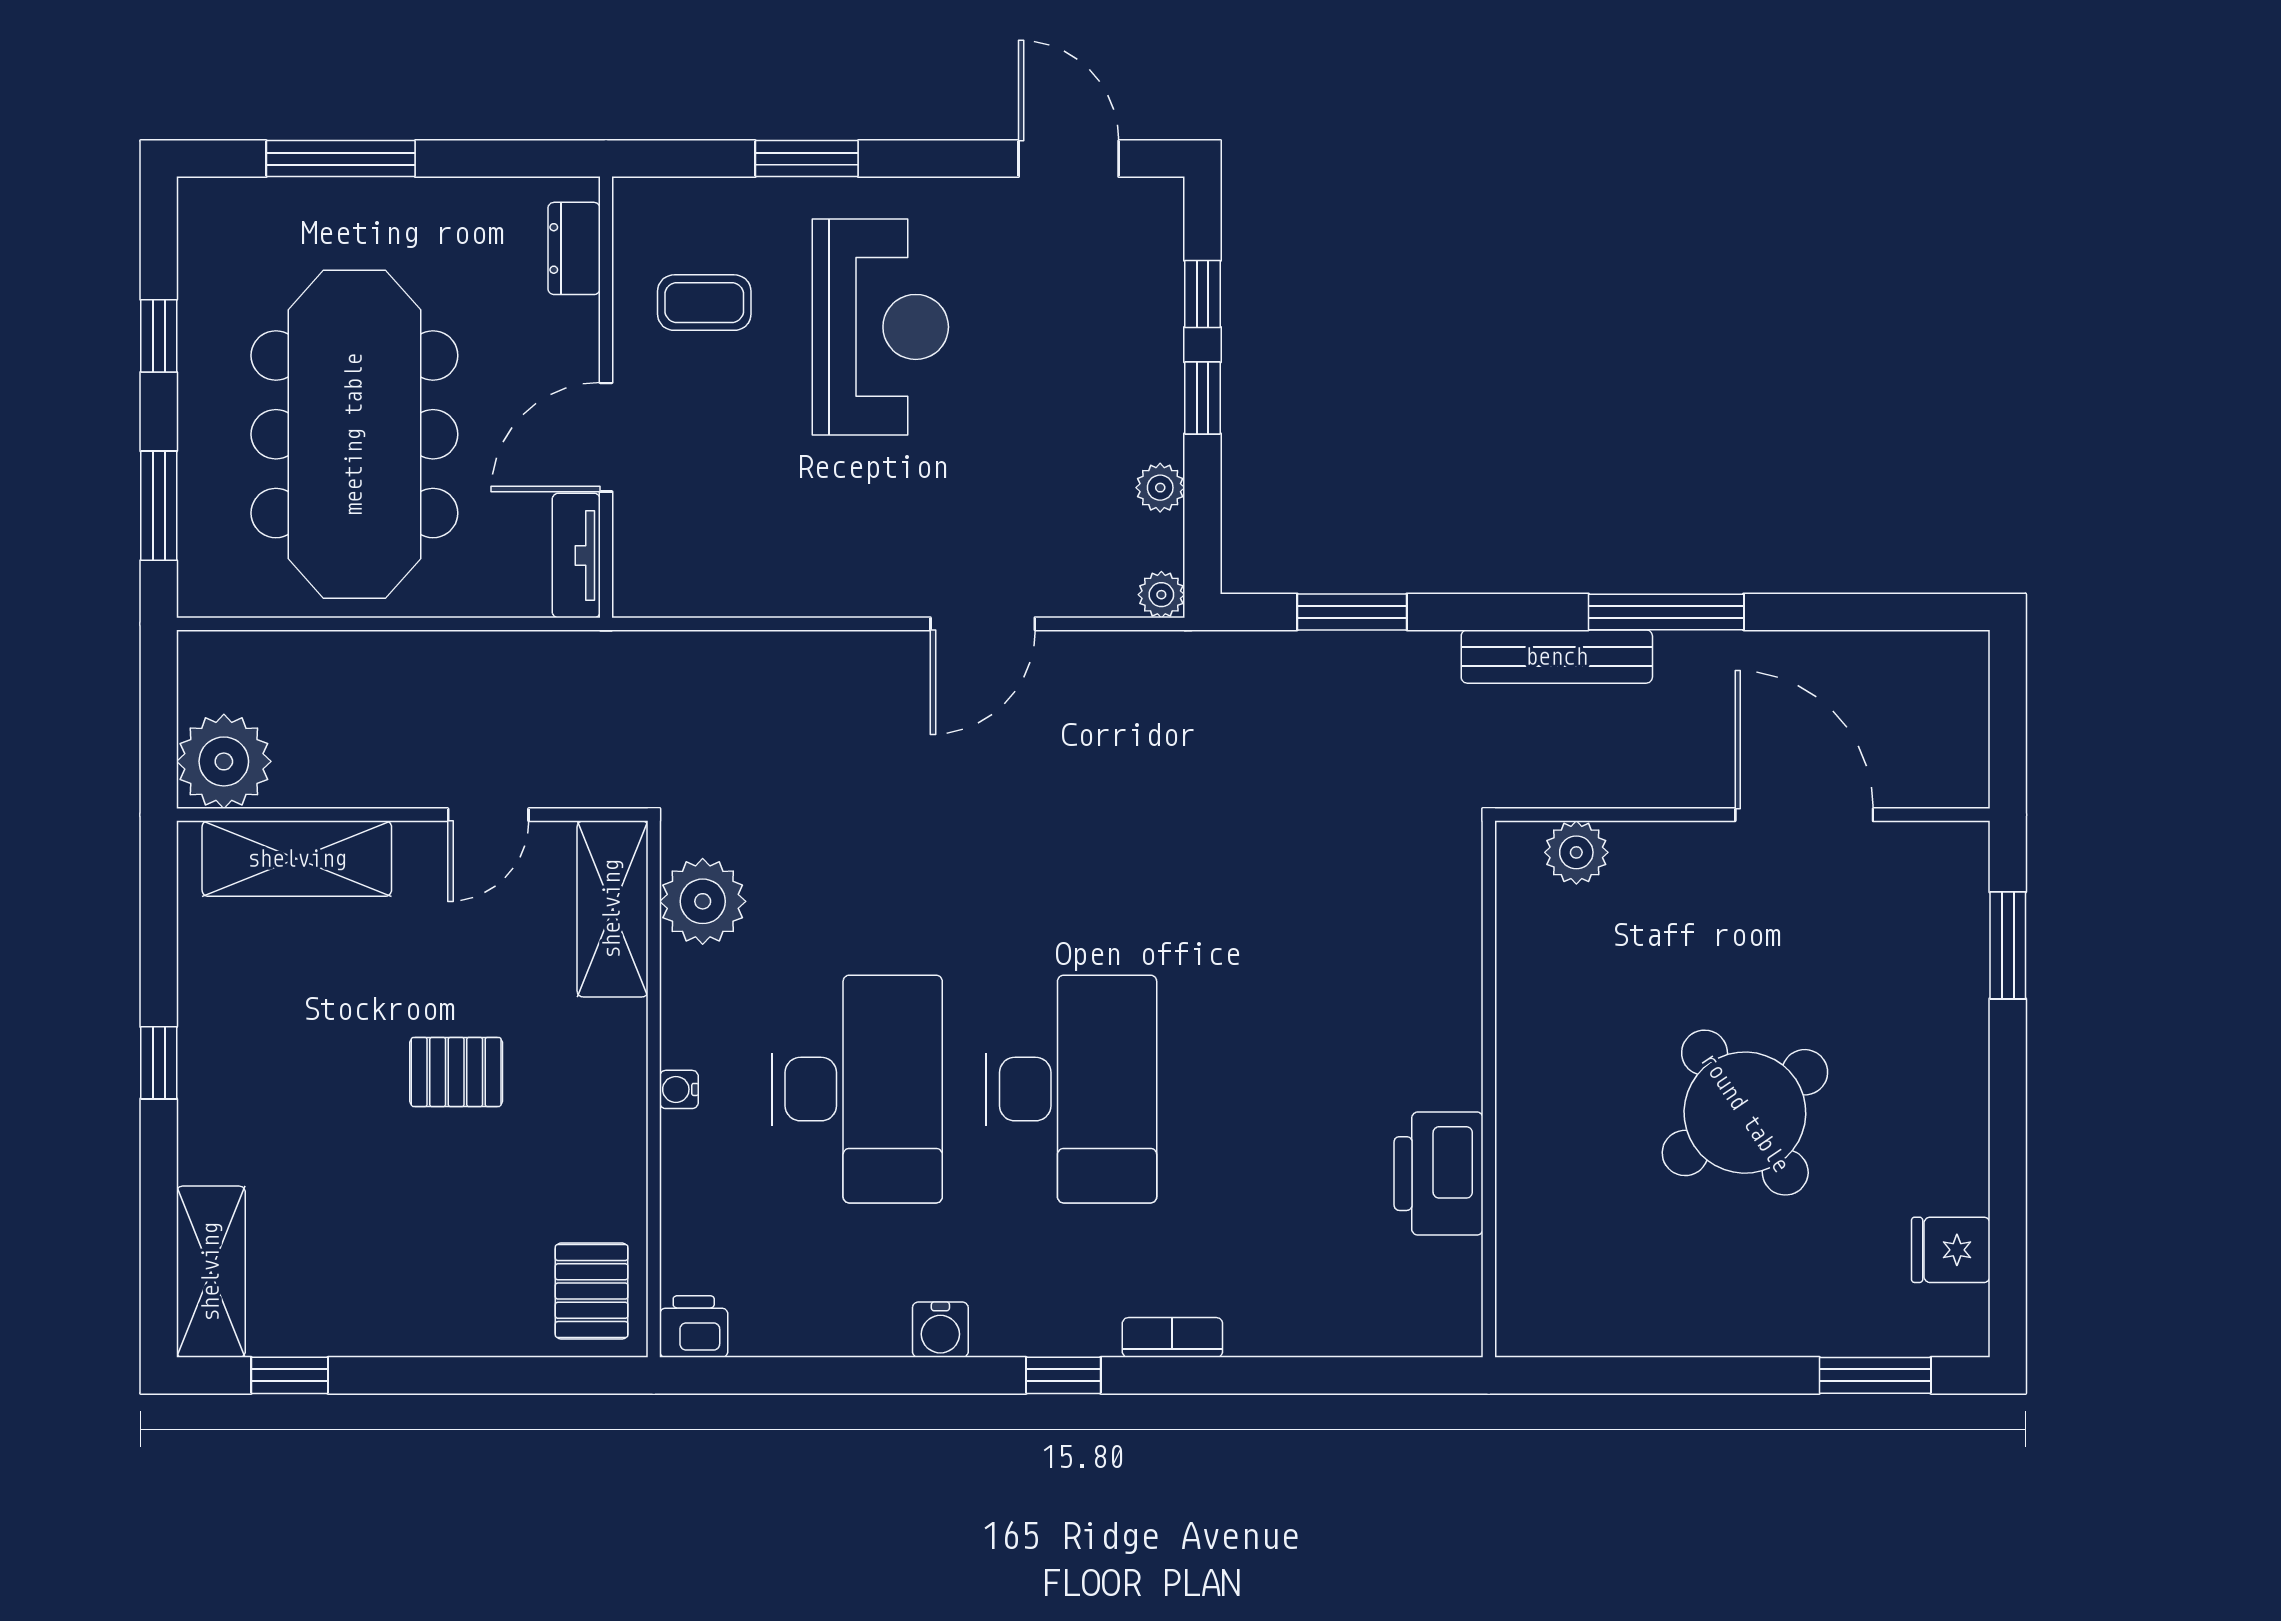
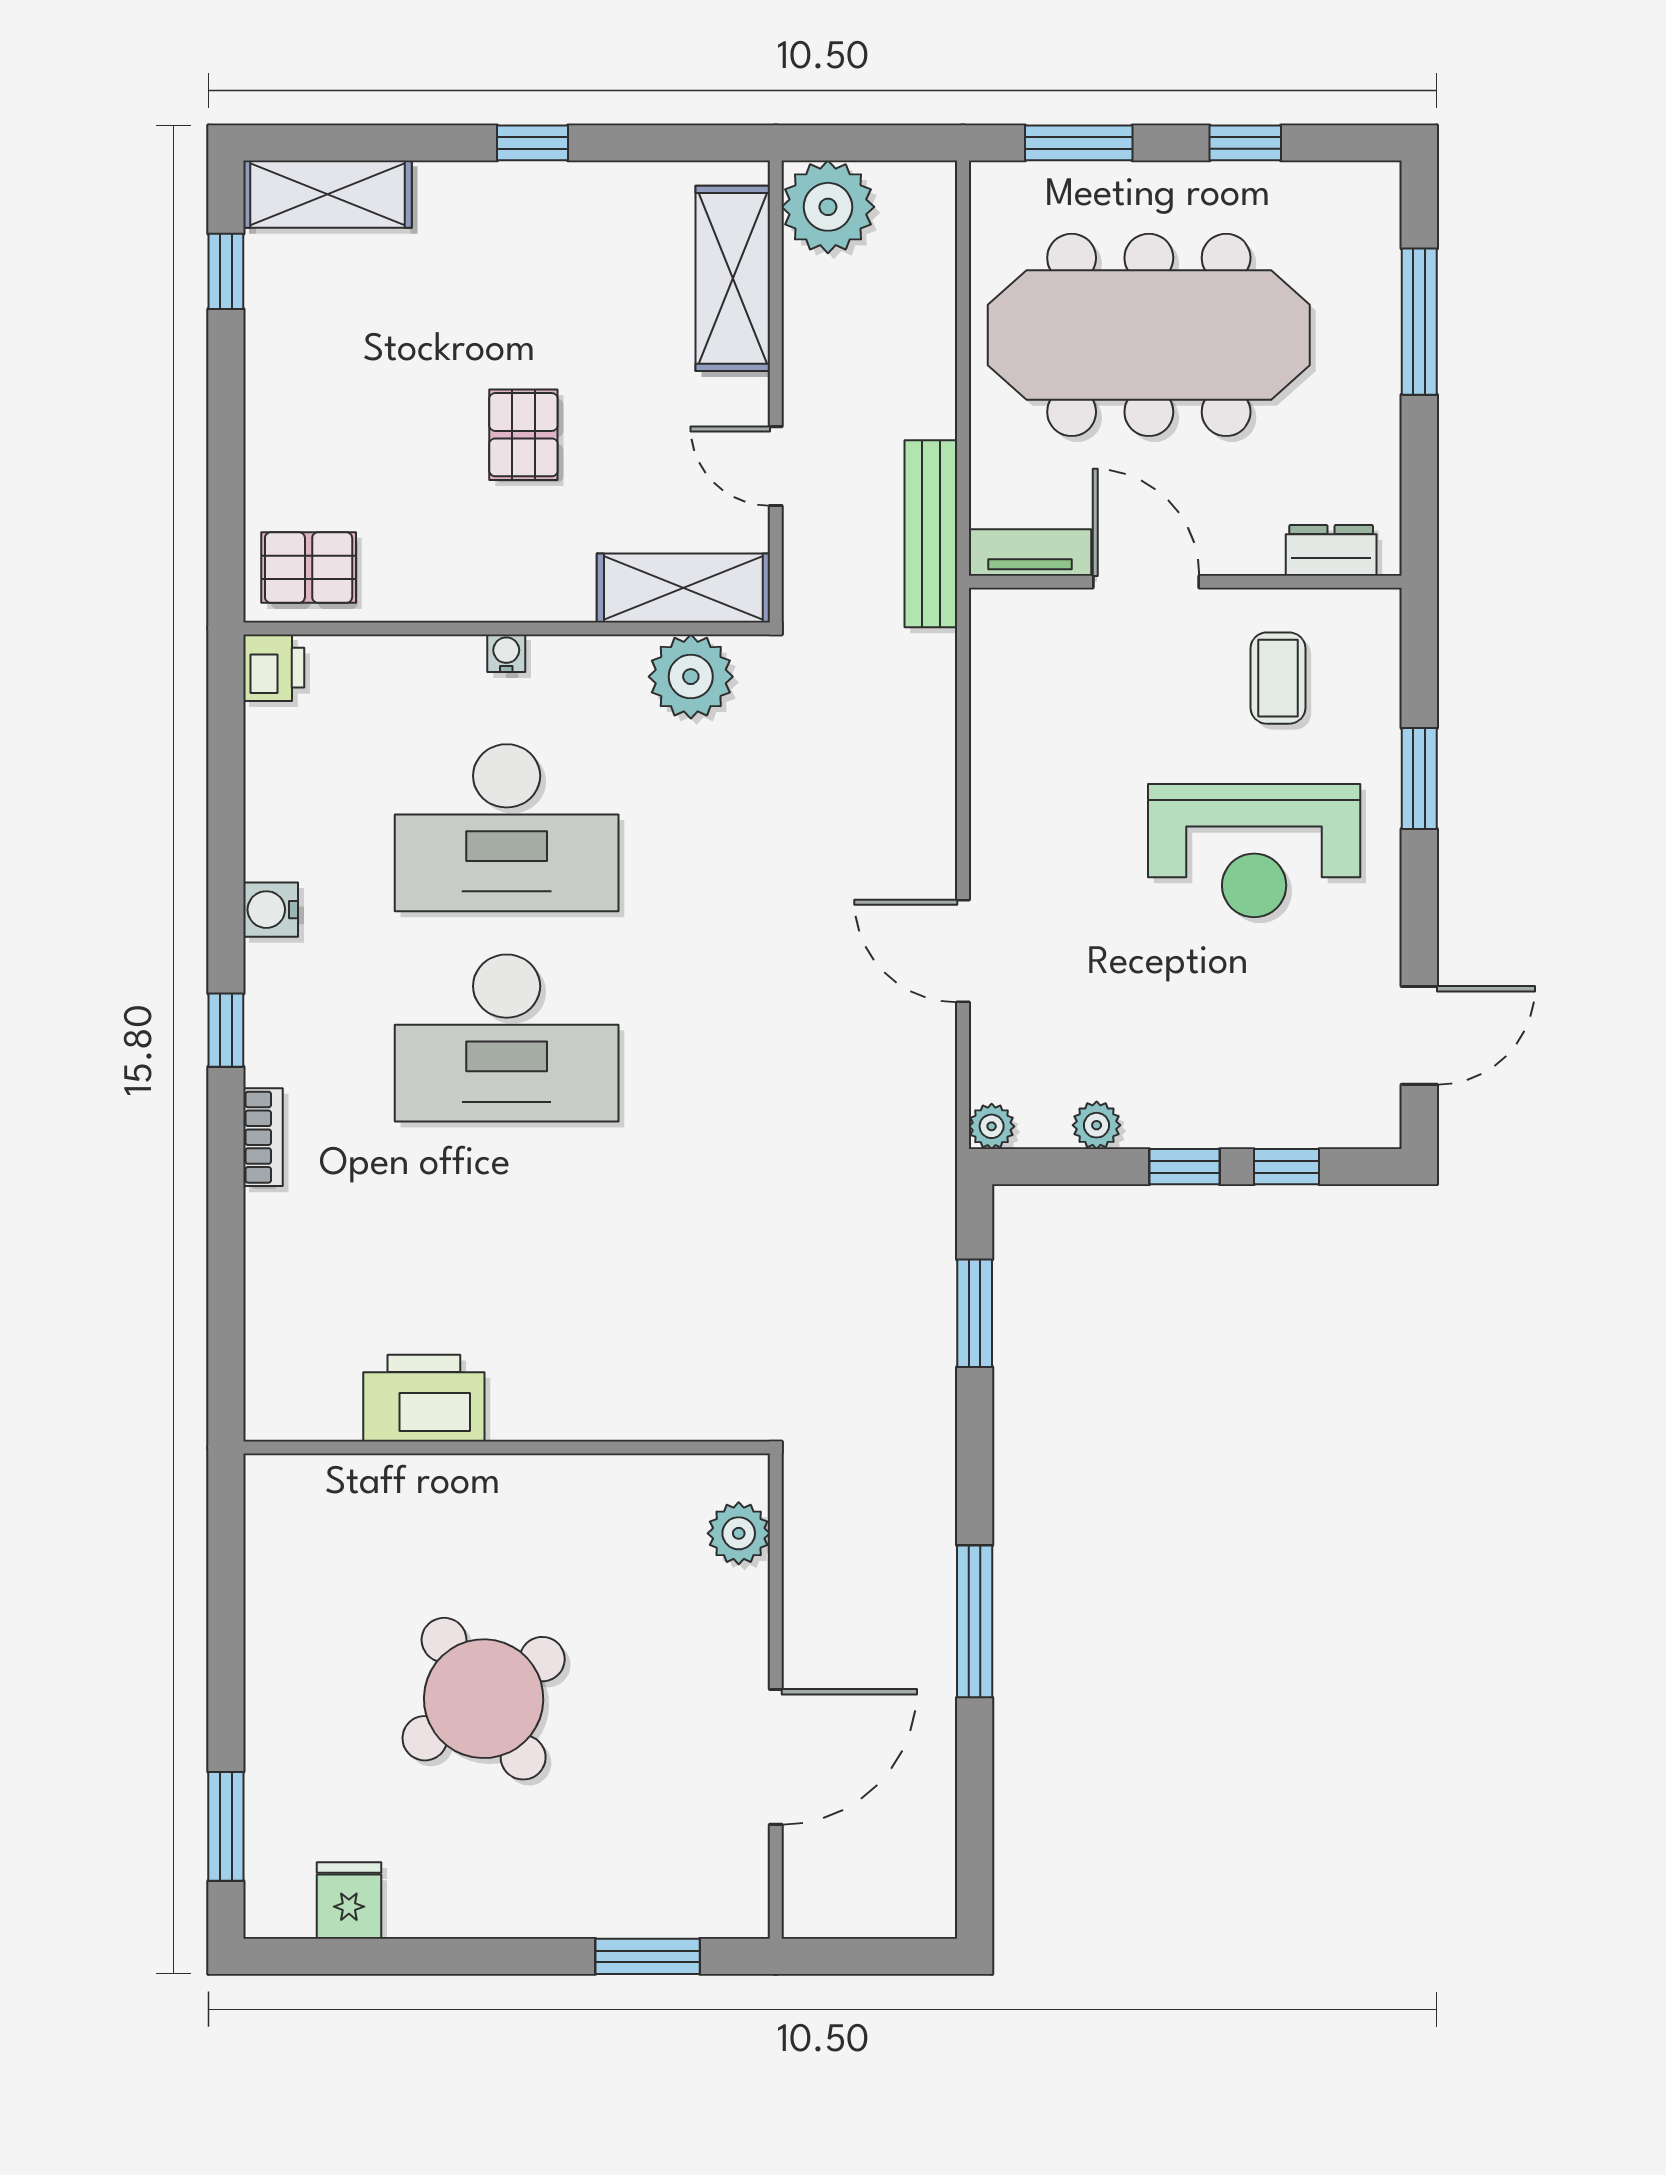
bench: (1557, 657) -> (931, 534), moved

